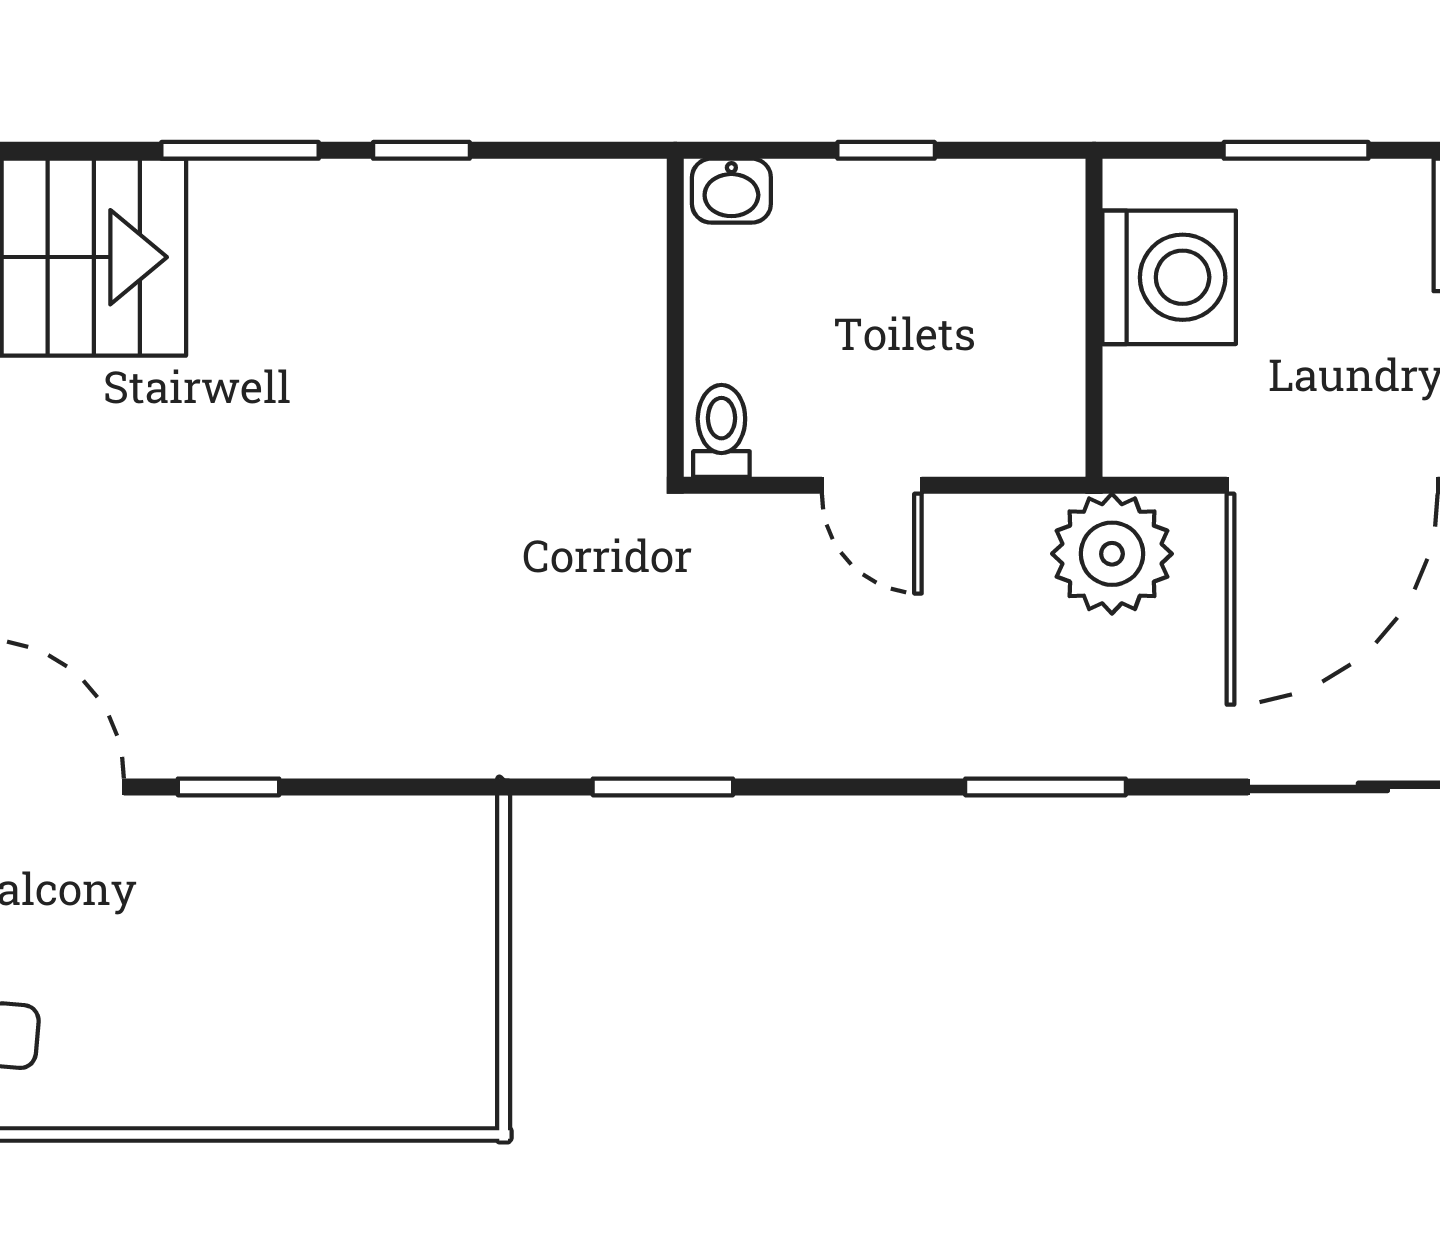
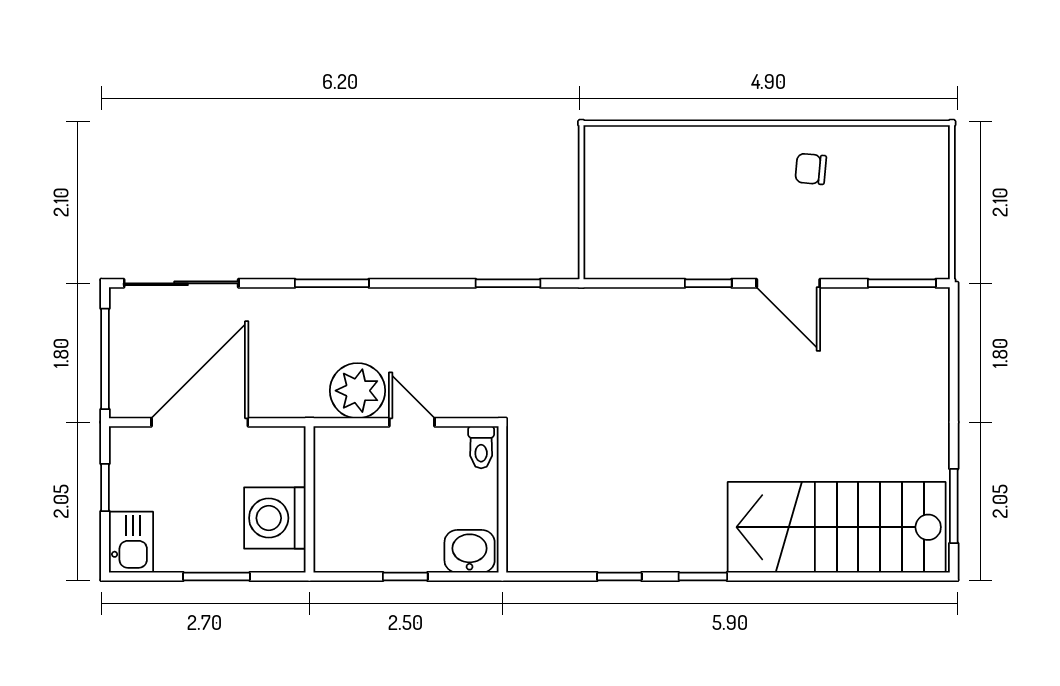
window: (240, 150) -> (703, 576), width x0.67
washbasin: (731, 191) -> (470, 551), width x1.38, depth x1.45
plant: (1112, 554) -> (357, 391), moved

